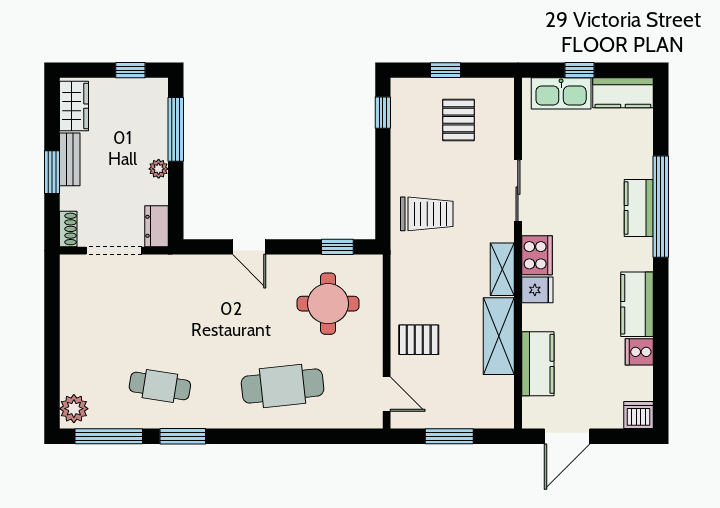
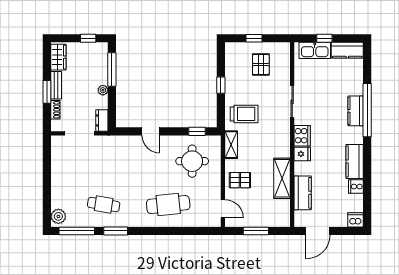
window: (383, 113) -> (221, 85), moved
shoe rack: (68, 229) -> (55, 110), moved
shelving: (502, 269) -> (231, 145), moved

